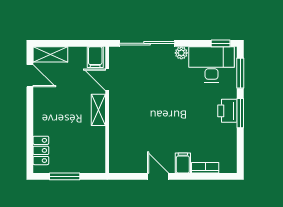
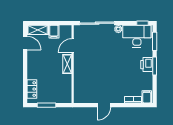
filing cabinet: (95, 57) -> (54, 32), moved
door: (107, 80) -> (73, 46), hinge flipped
filing cabinet: (183, 163) -> (147, 97), moved
door: (158, 176) -> (104, 105), swing flipped

